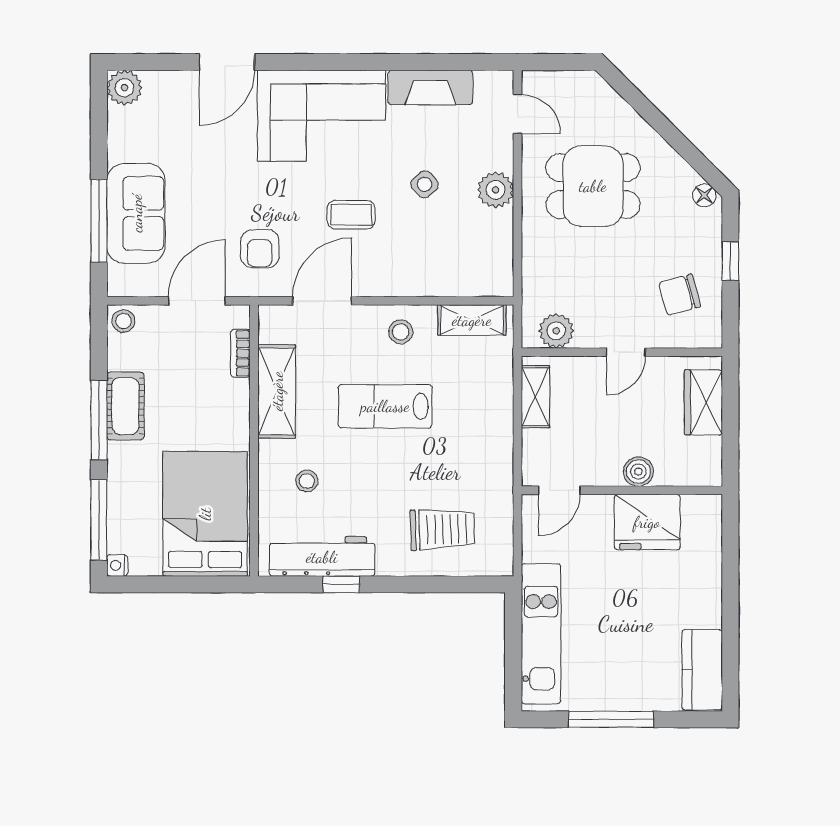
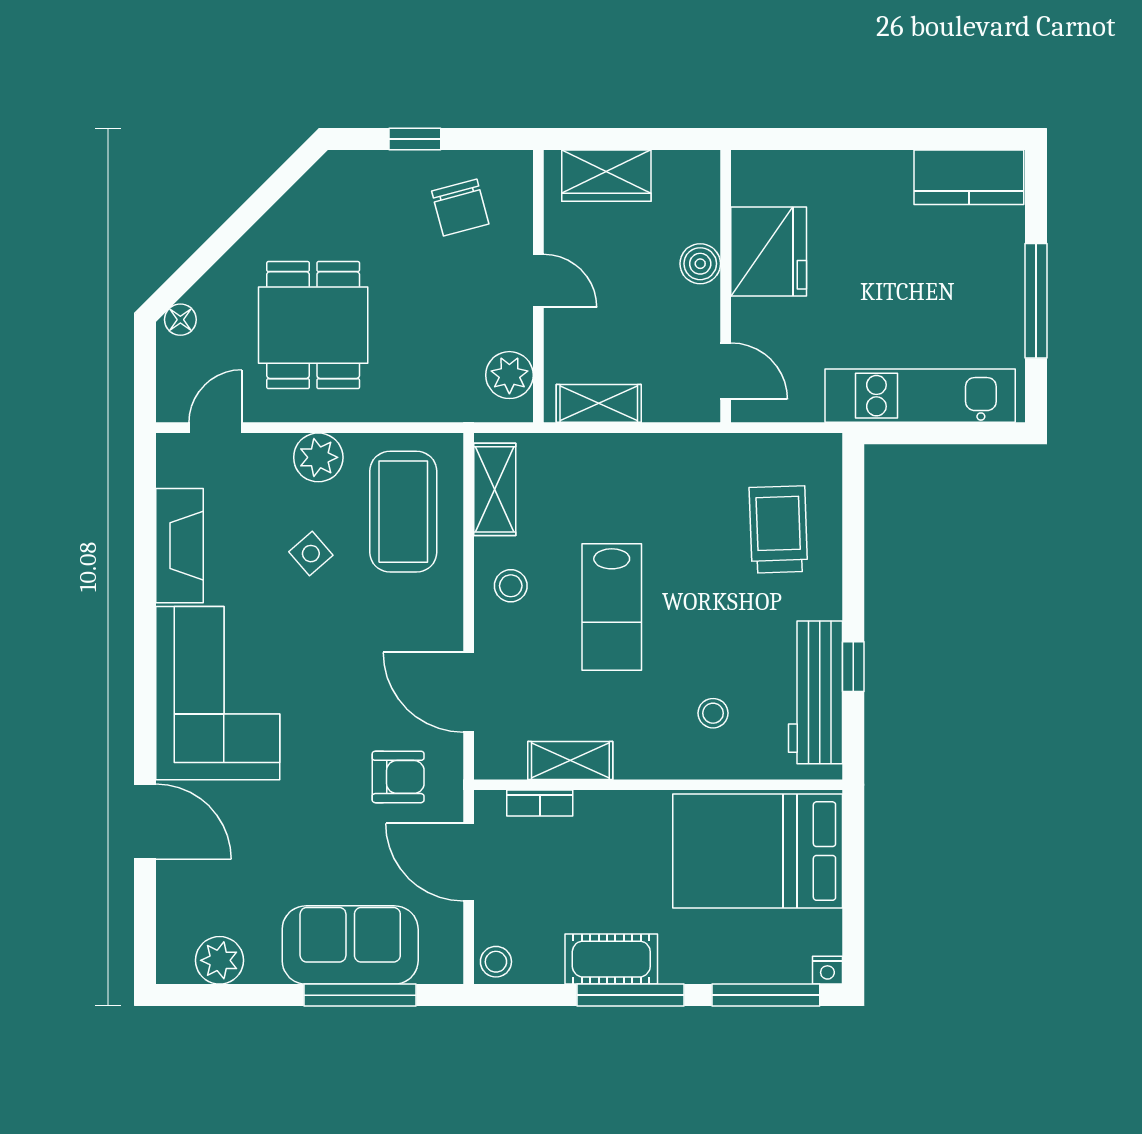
plant: (124, 88) -> (220, 960), moved
floor lamp: (704, 195) -> (180, 320), moved
coffee table: (351, 215) -> (403, 512), moved, width x1.86, depth x1.72
shelving: (277, 391) -> (570, 760), width x0.67, depth x0.75

